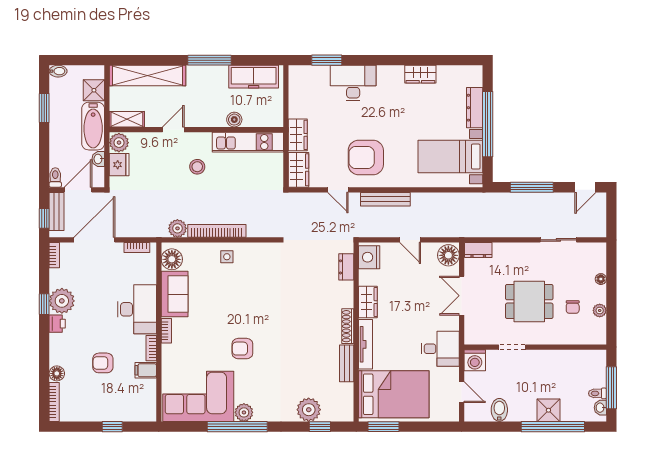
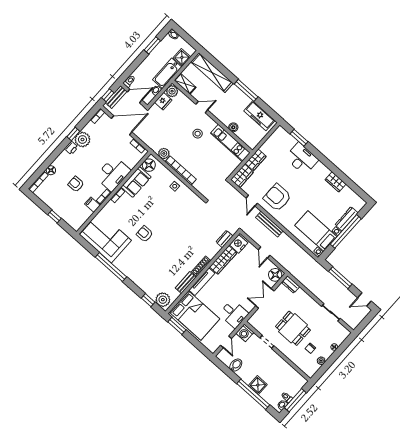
wardrobe: (368, 302) -> (223, 260), width x1.50
plant: (309, 410) -> (163, 300), moved
plant: (244, 412) -> (120, 263), removed

